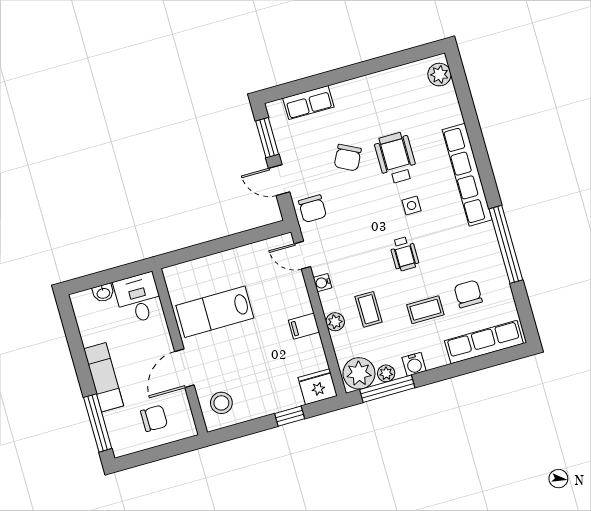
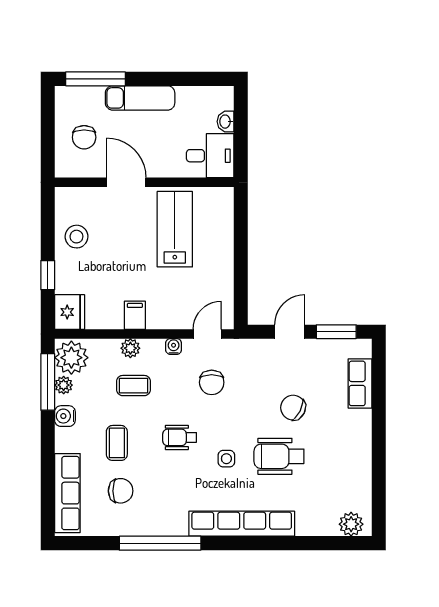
wheelchair: (396, 158) -> (279, 456), turned 180
chair: (312, 209) -> (212, 382), moved, turned -90
stool: (221, 403) -> (76, 237), moved

